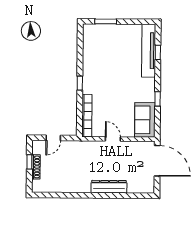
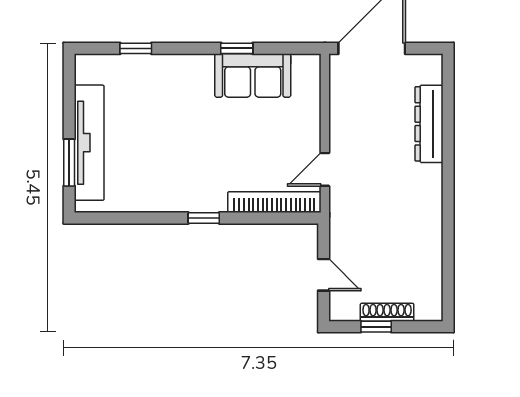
tv unit: (149, 51) -> (89, 143), moved, turned -90
sofa: (145, 120) -> (253, 76), moved
door: (113, 139) -> (325, 169), moved
dresser: (109, 187) -> (429, 124), moved

